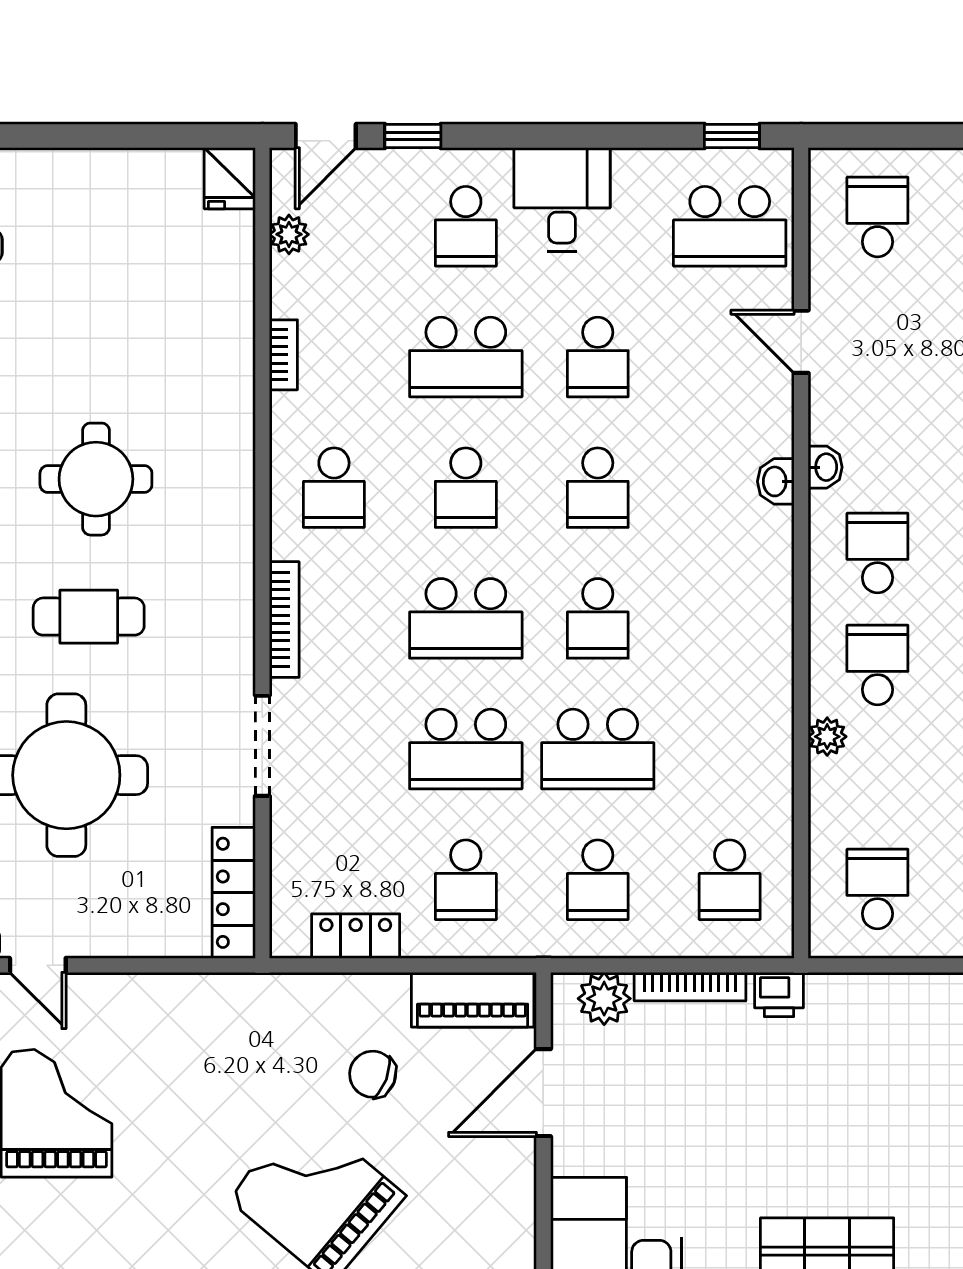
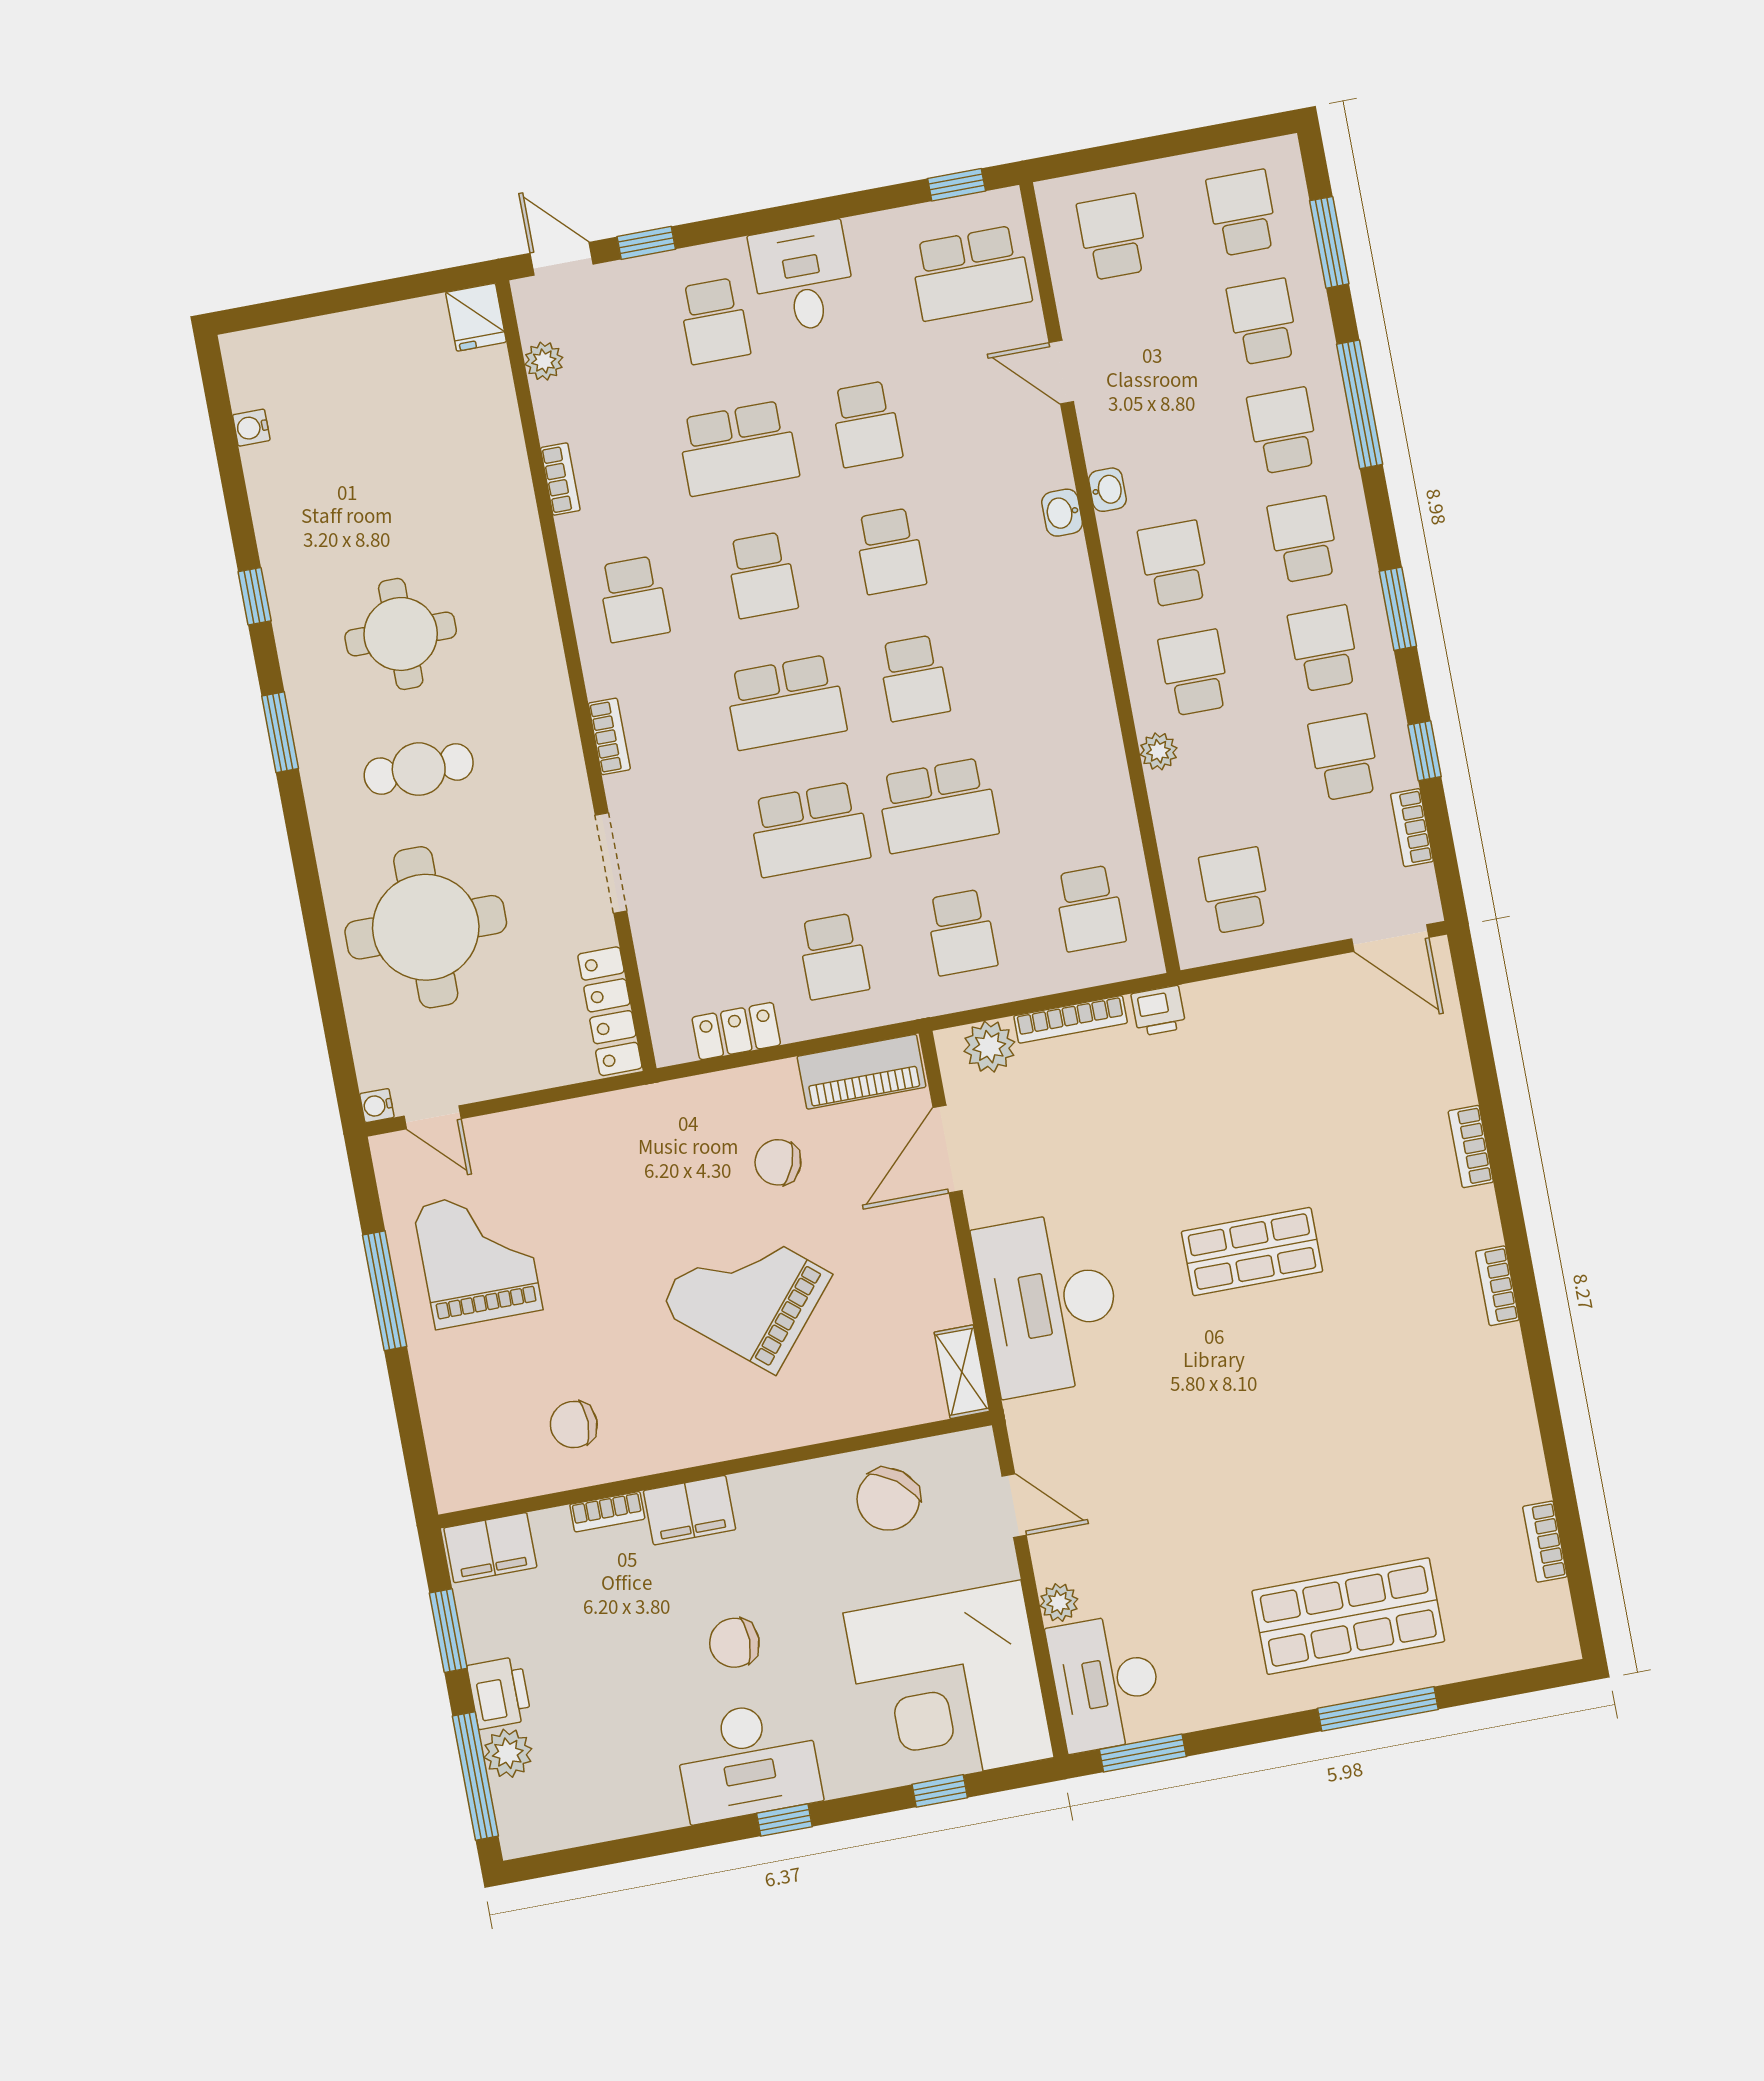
door: (326, 136) -> (562, 259), swing flipped
bookcase: (284, 620) -> (609, 736), width x0.64

